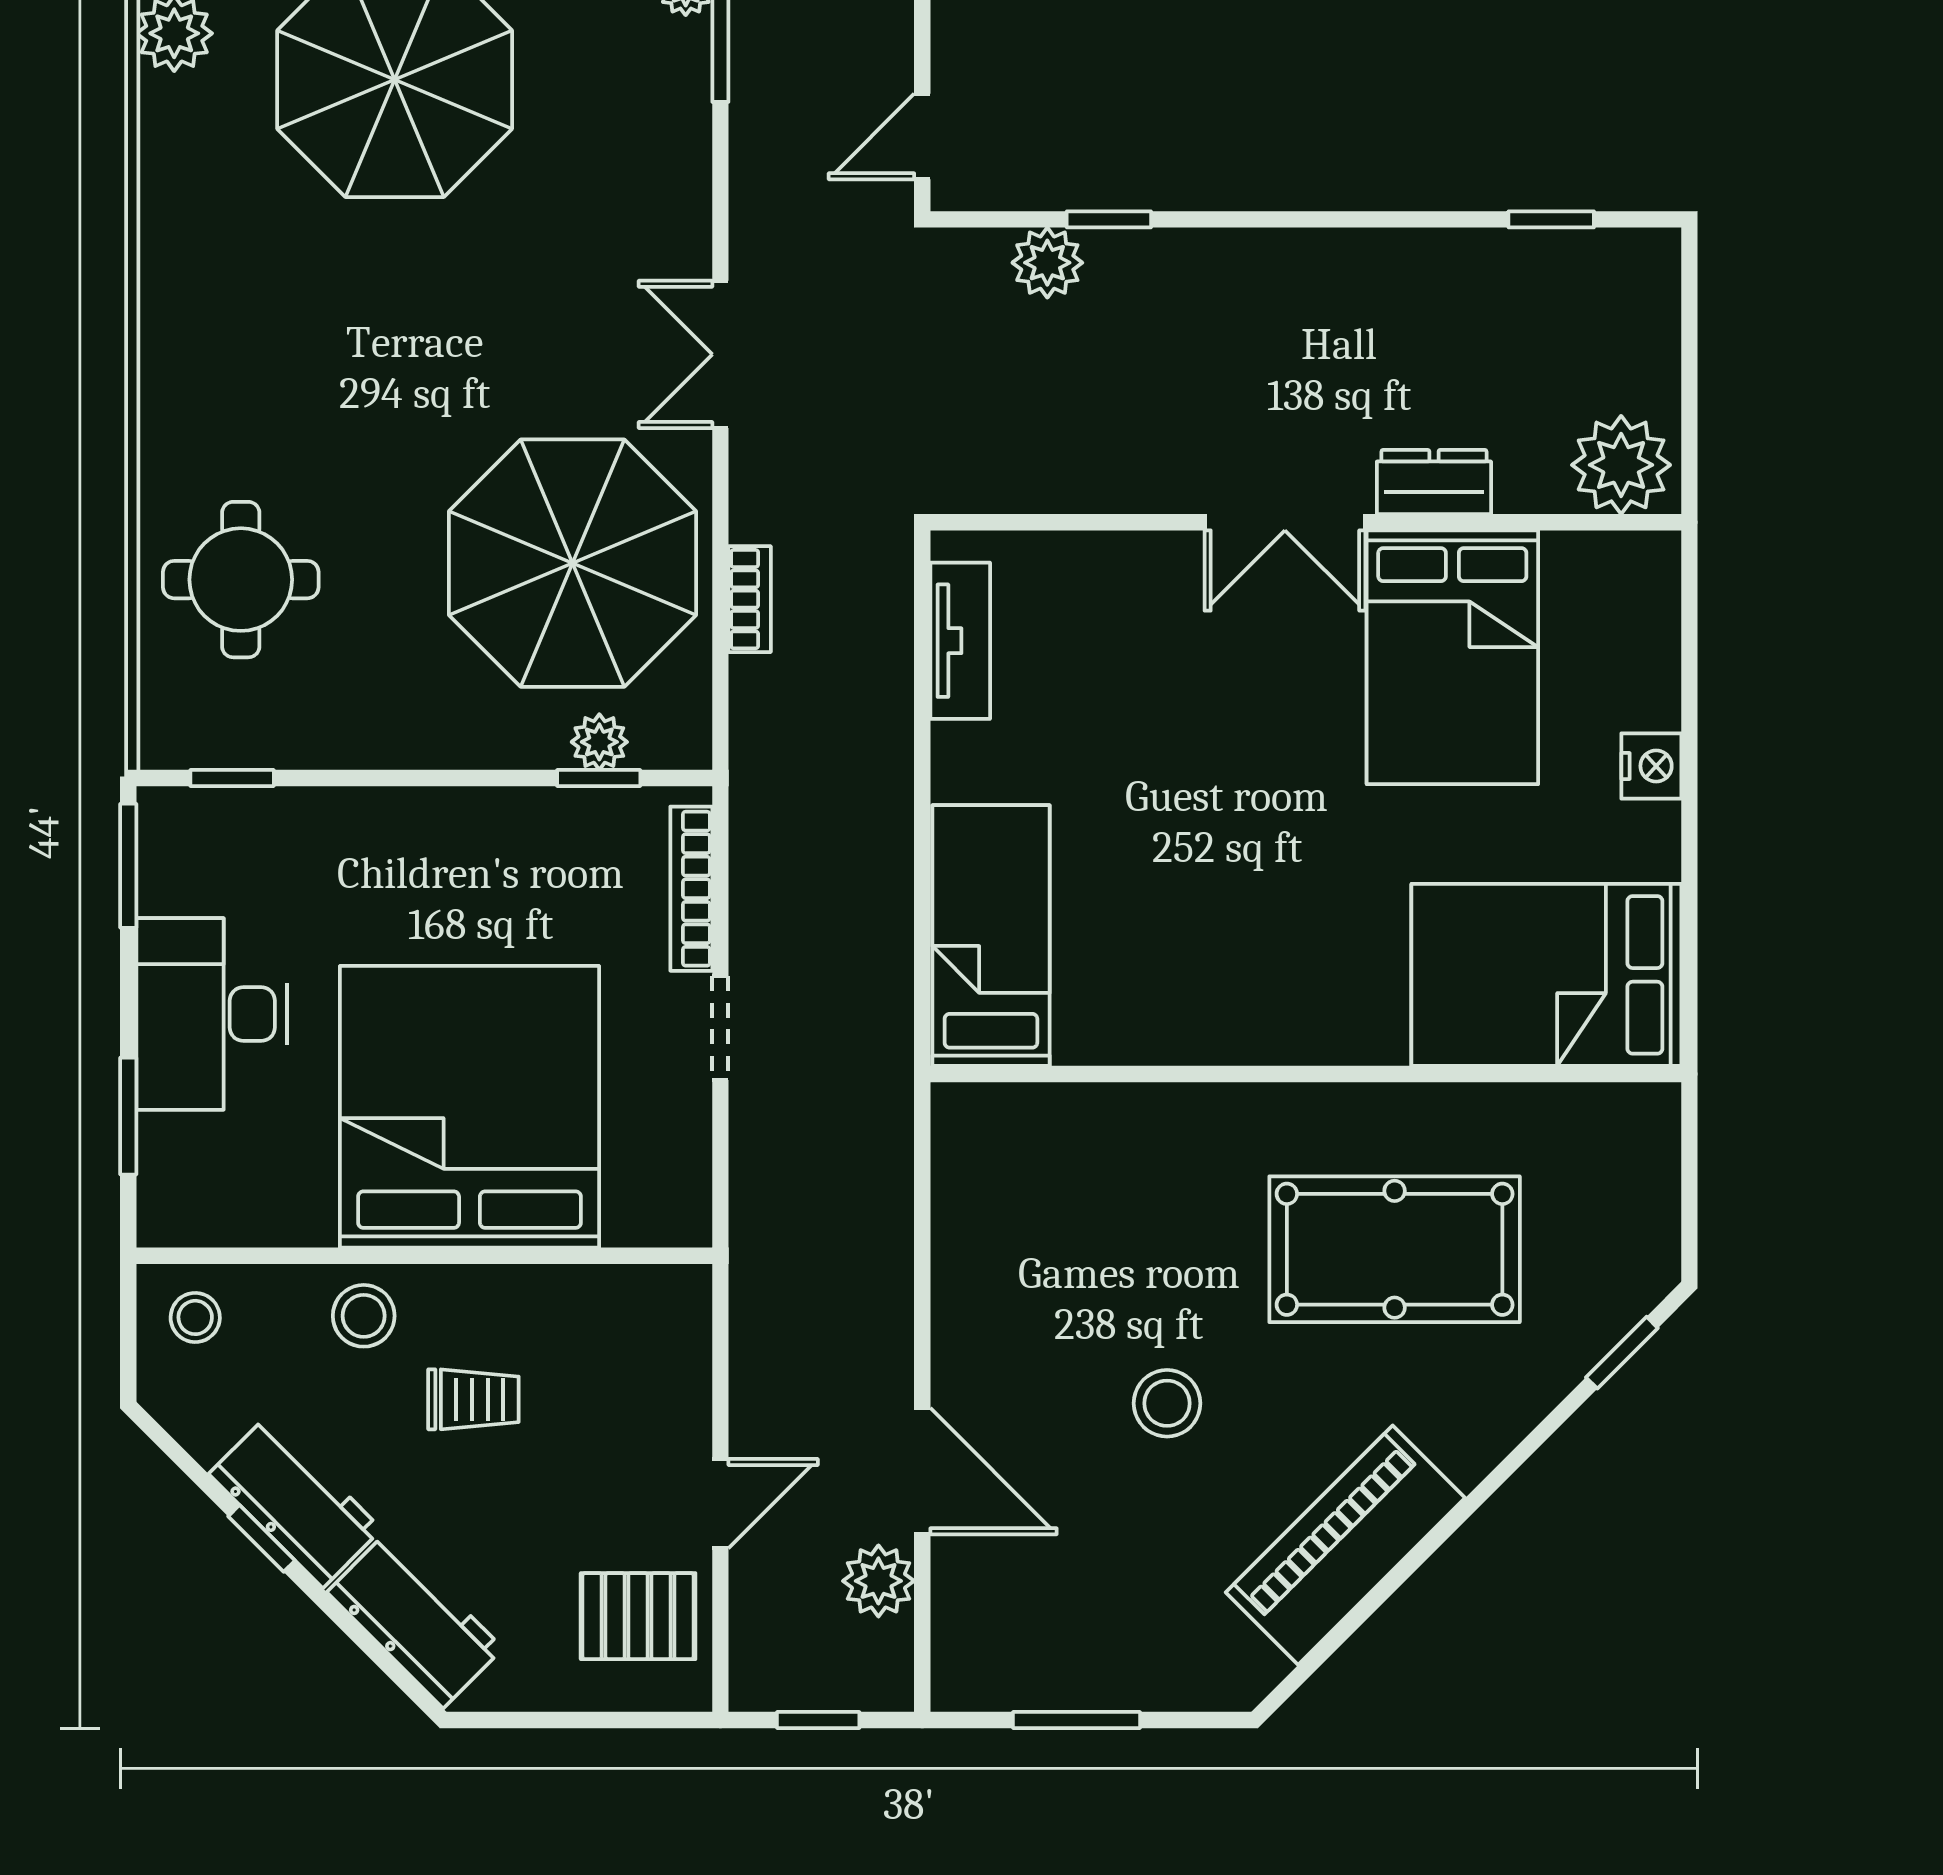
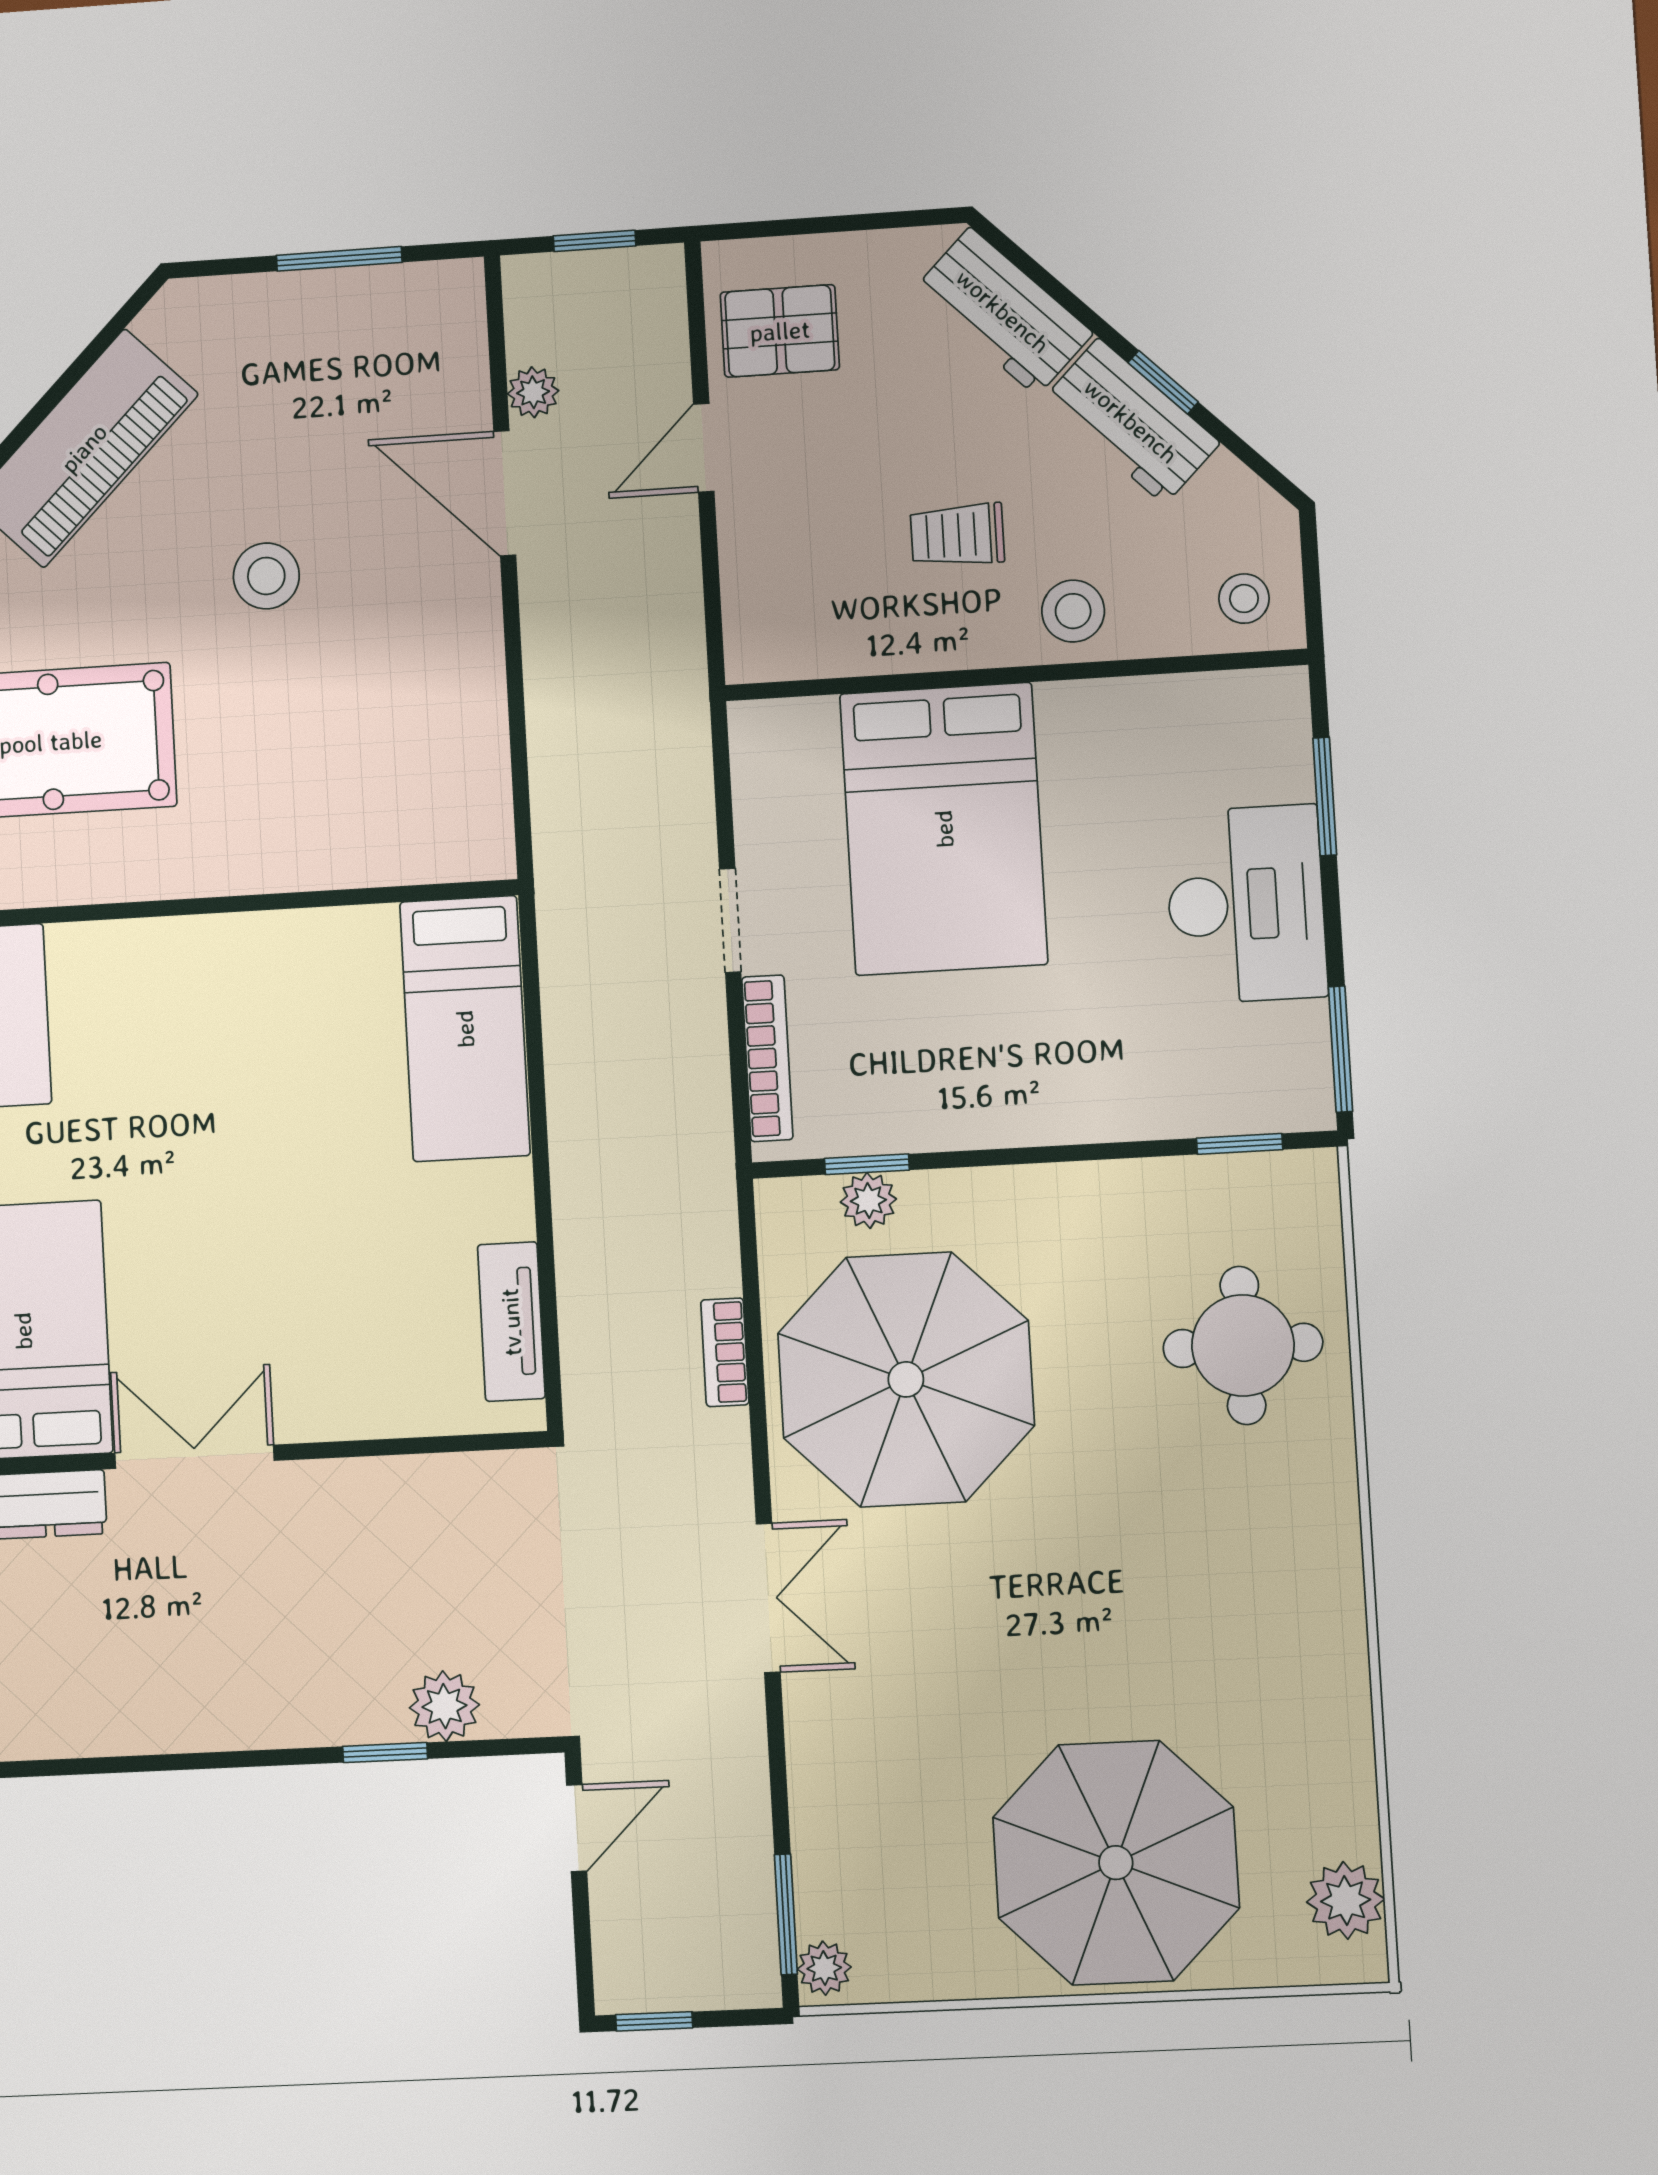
bed: (469, 1107) -> (944, 829), width x0.73
plant: (878, 1581) -> (533, 392), width x0.73, depth x0.73

